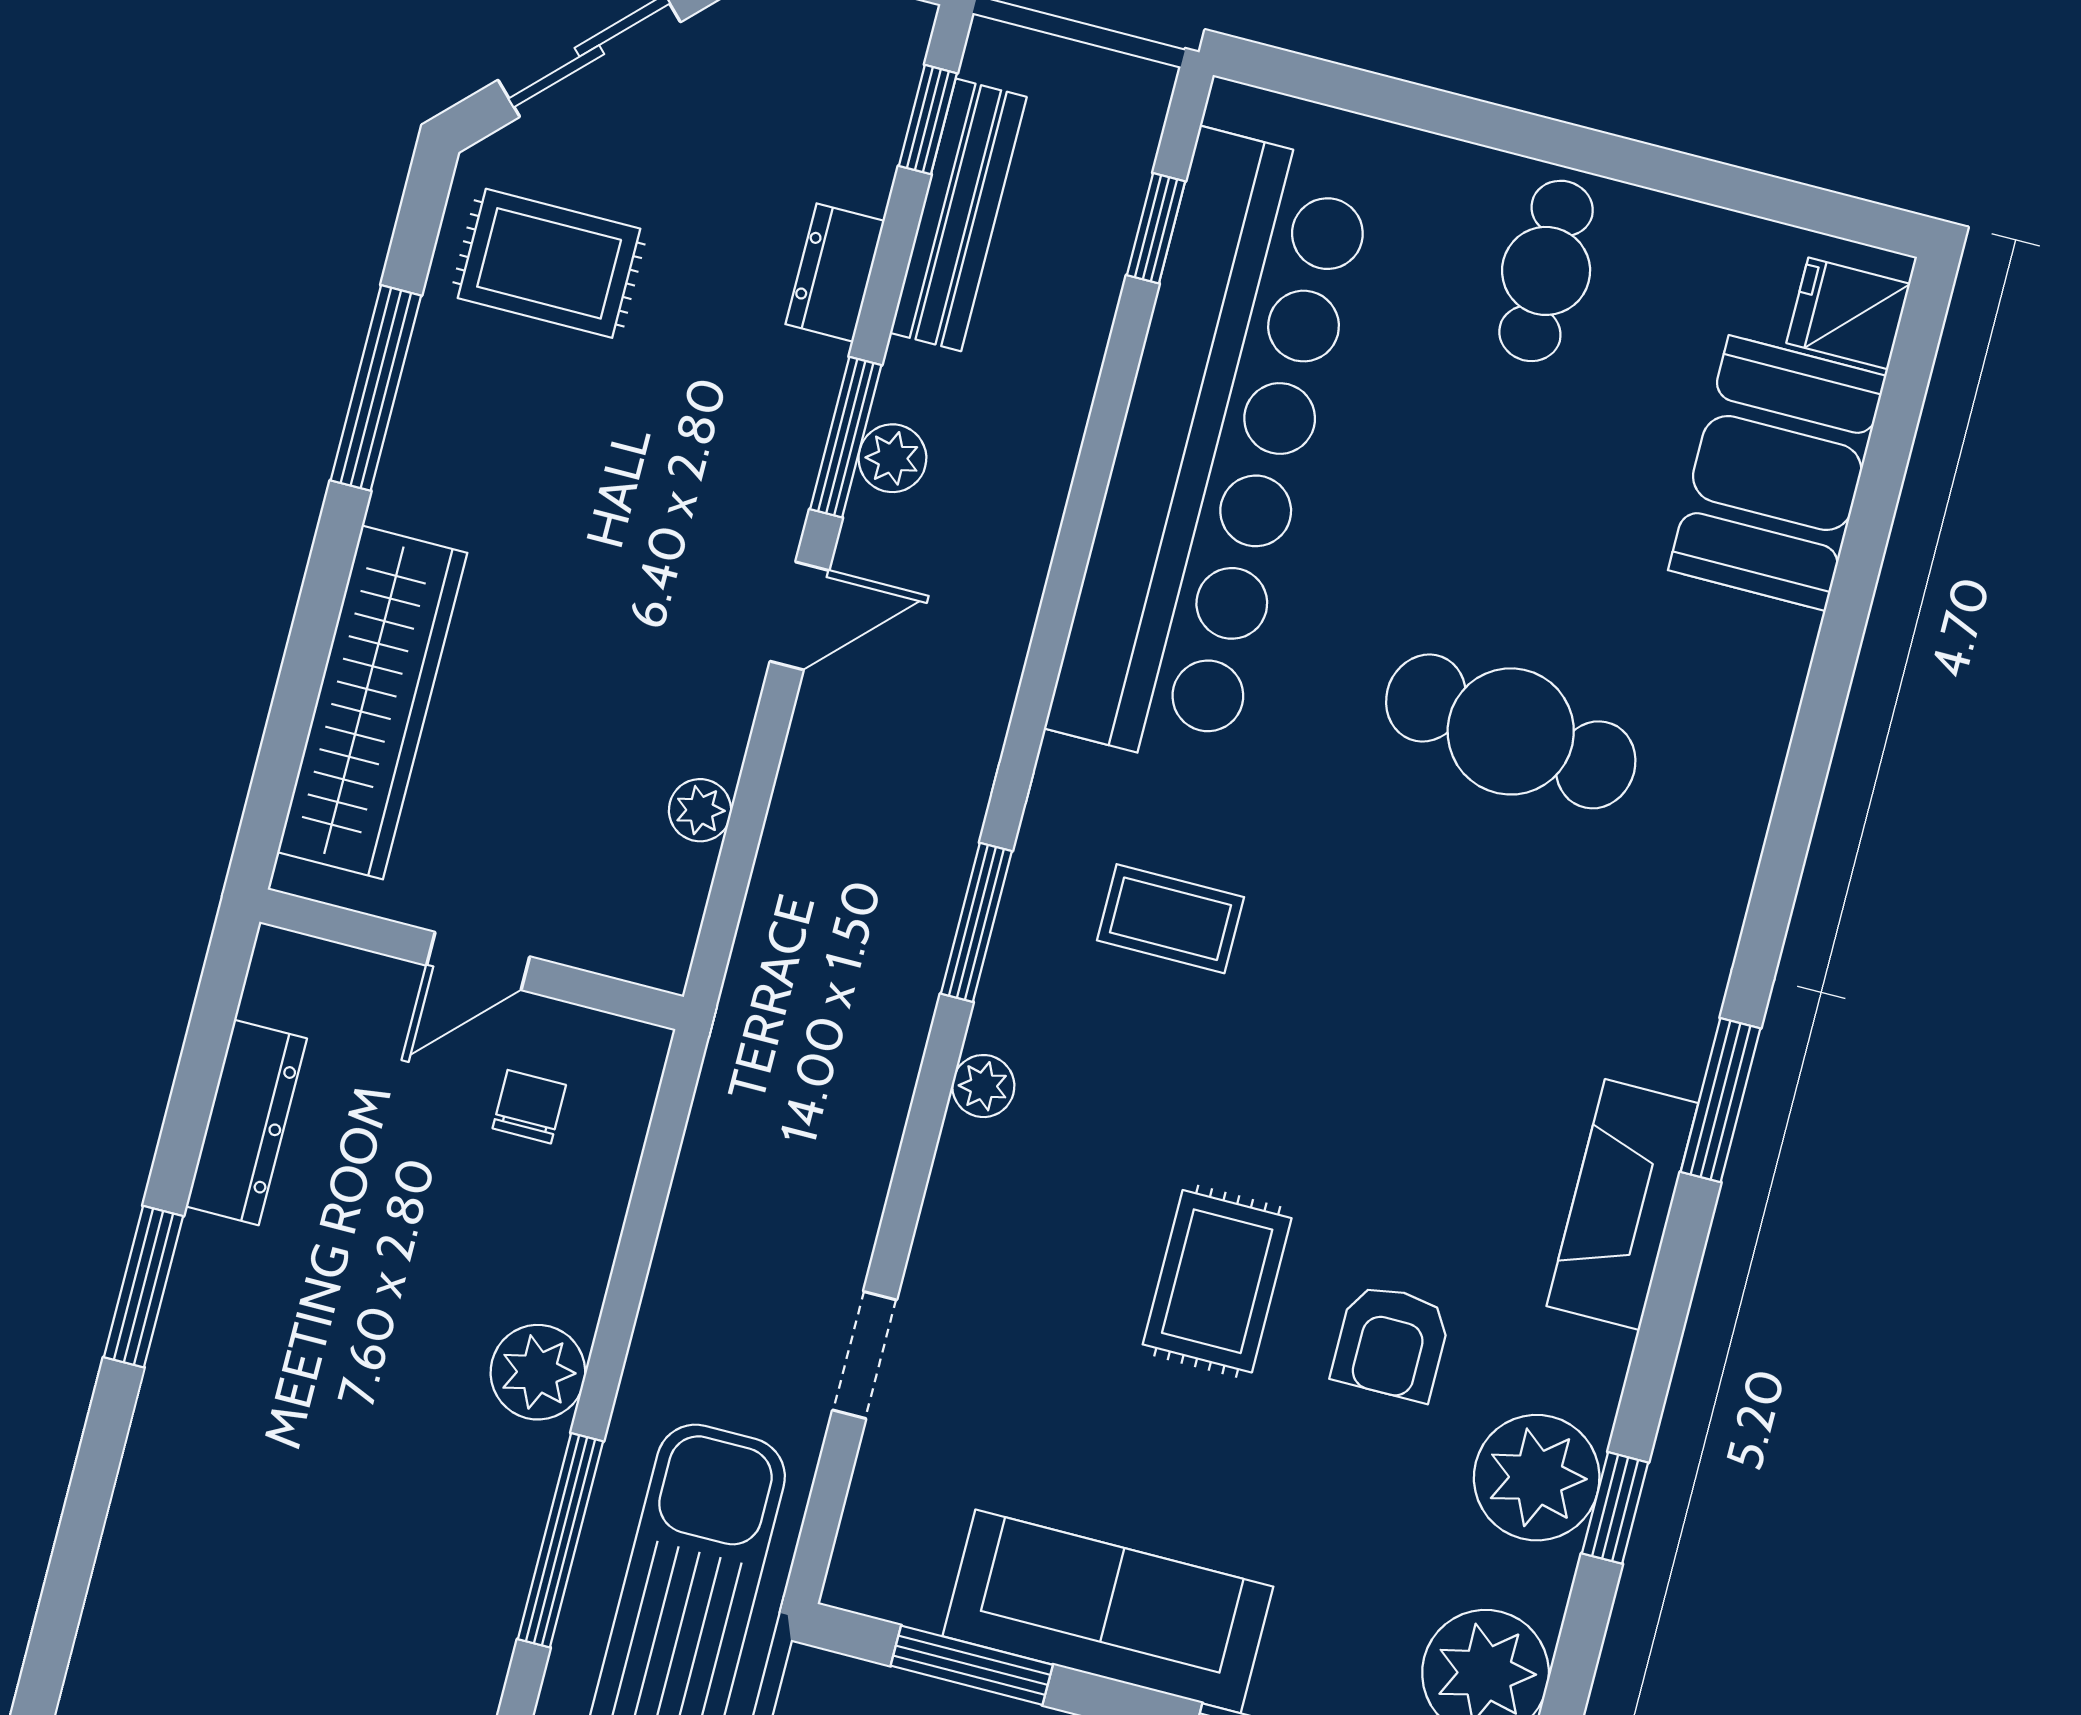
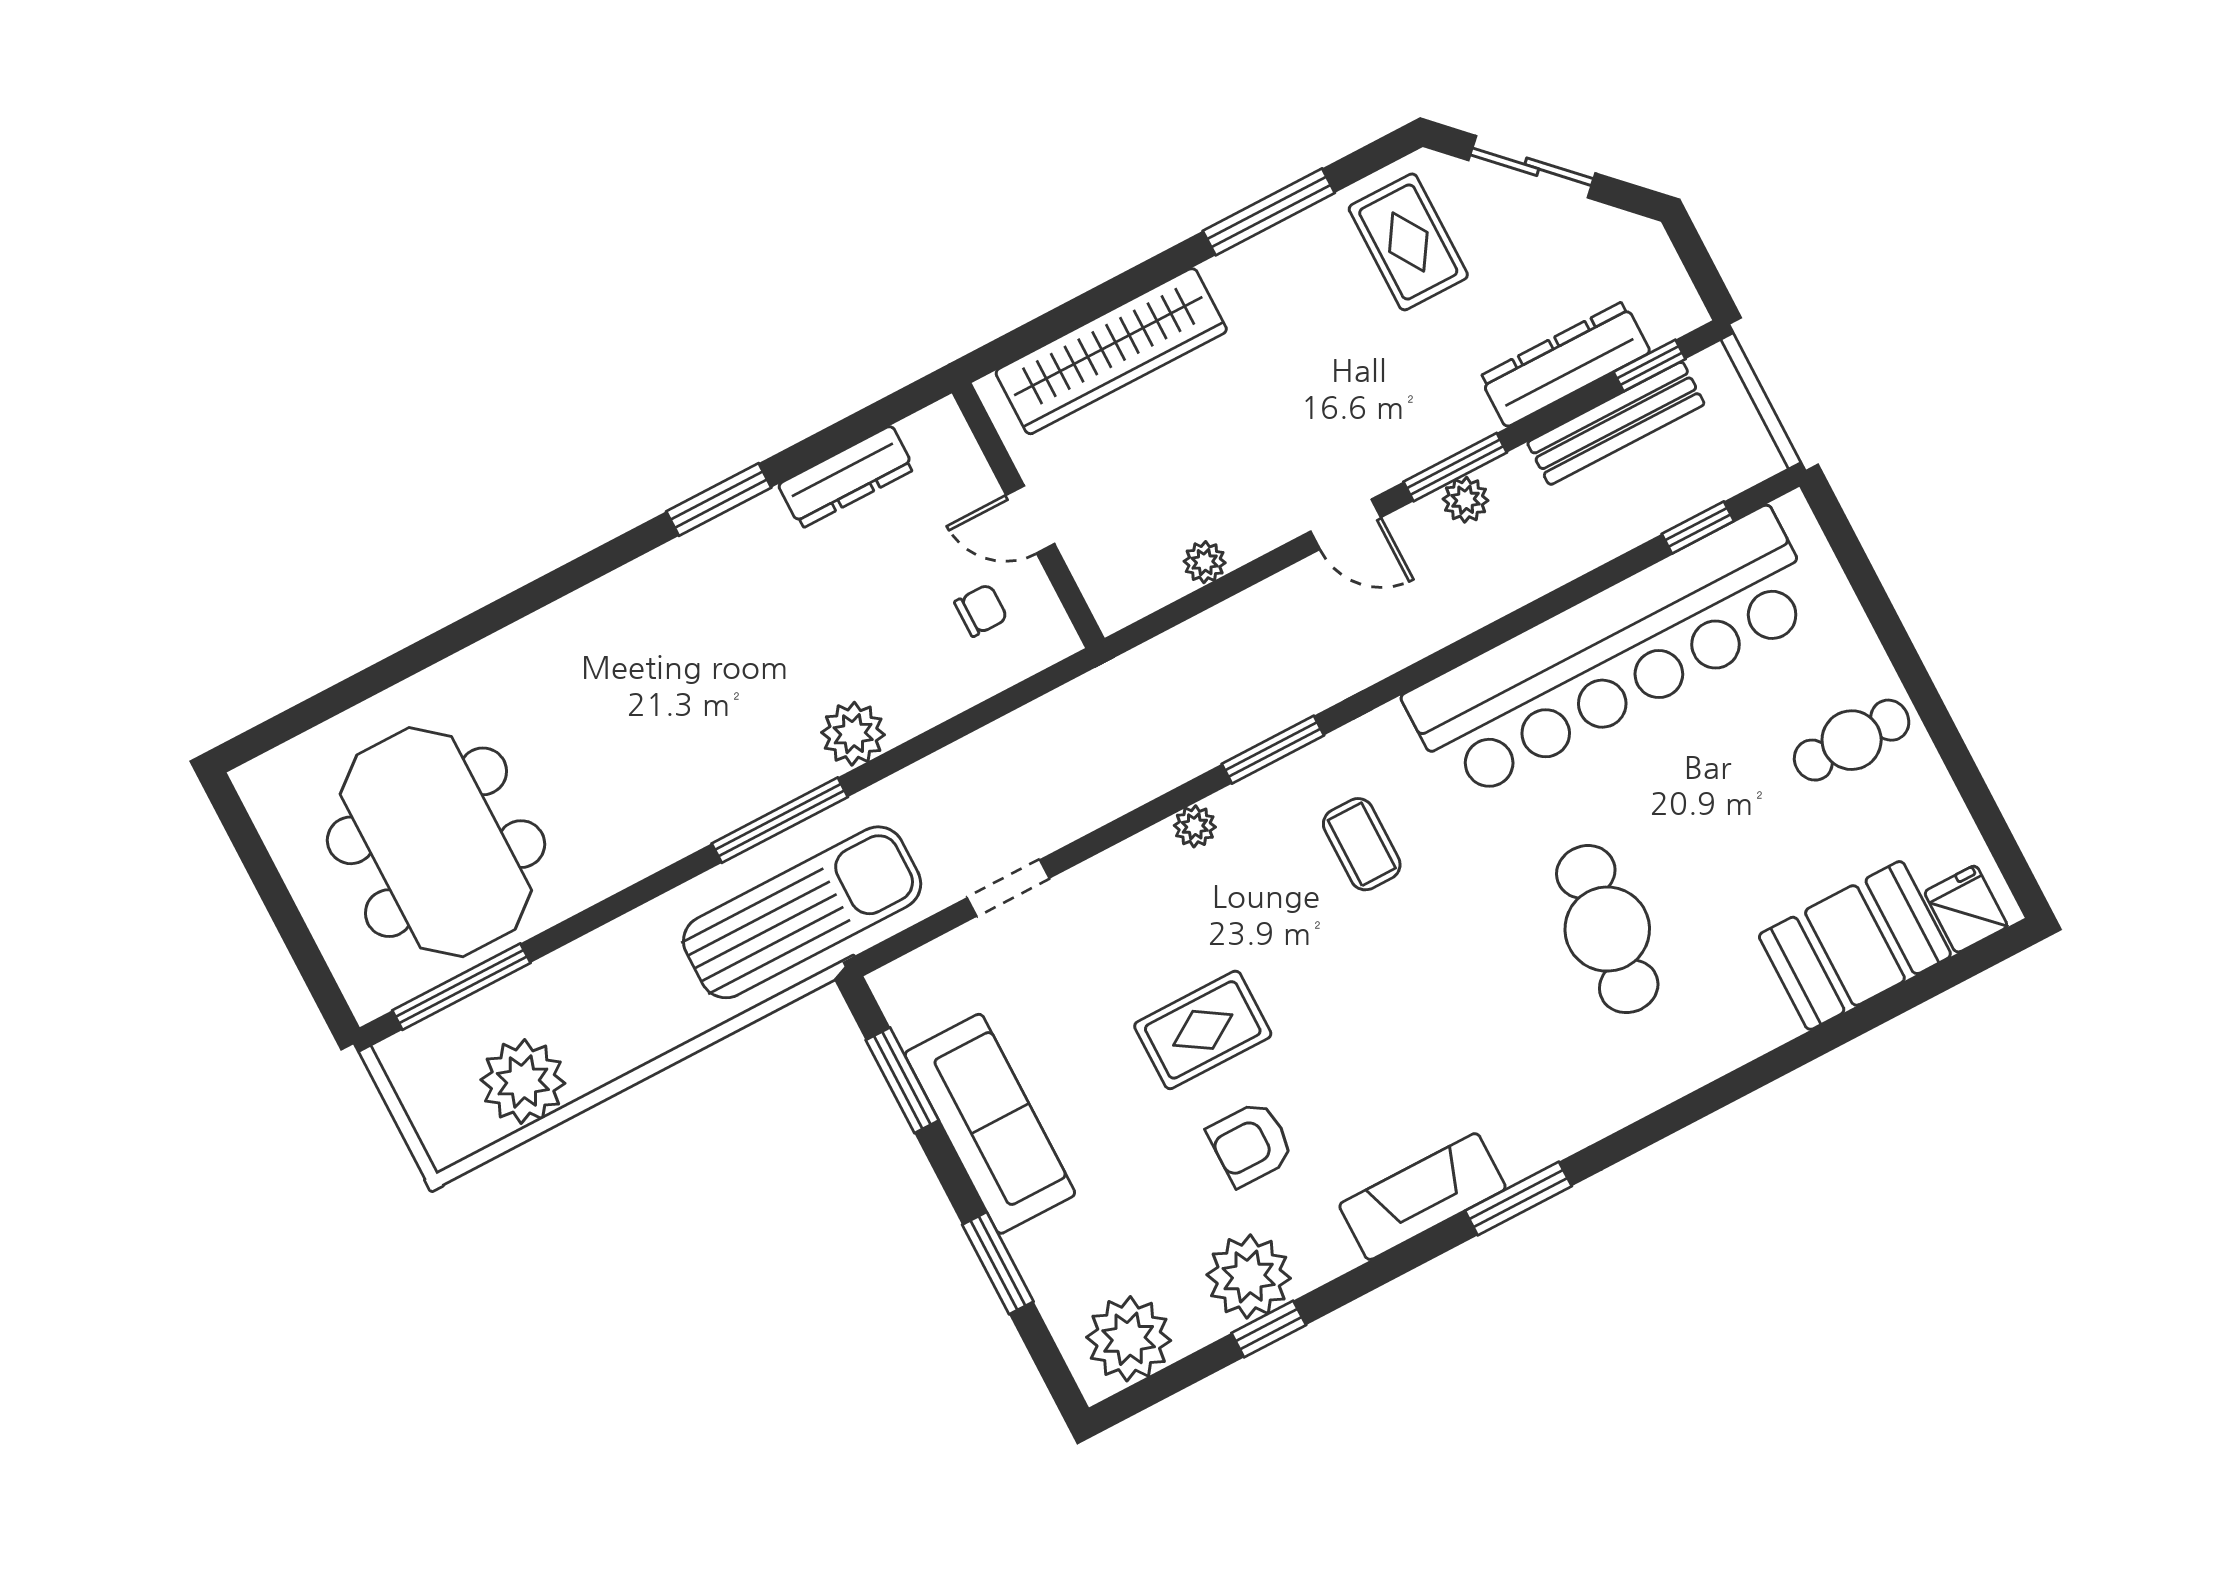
dresser: (835, 273) -> (1565, 364), width x1.96, depth x1.24

